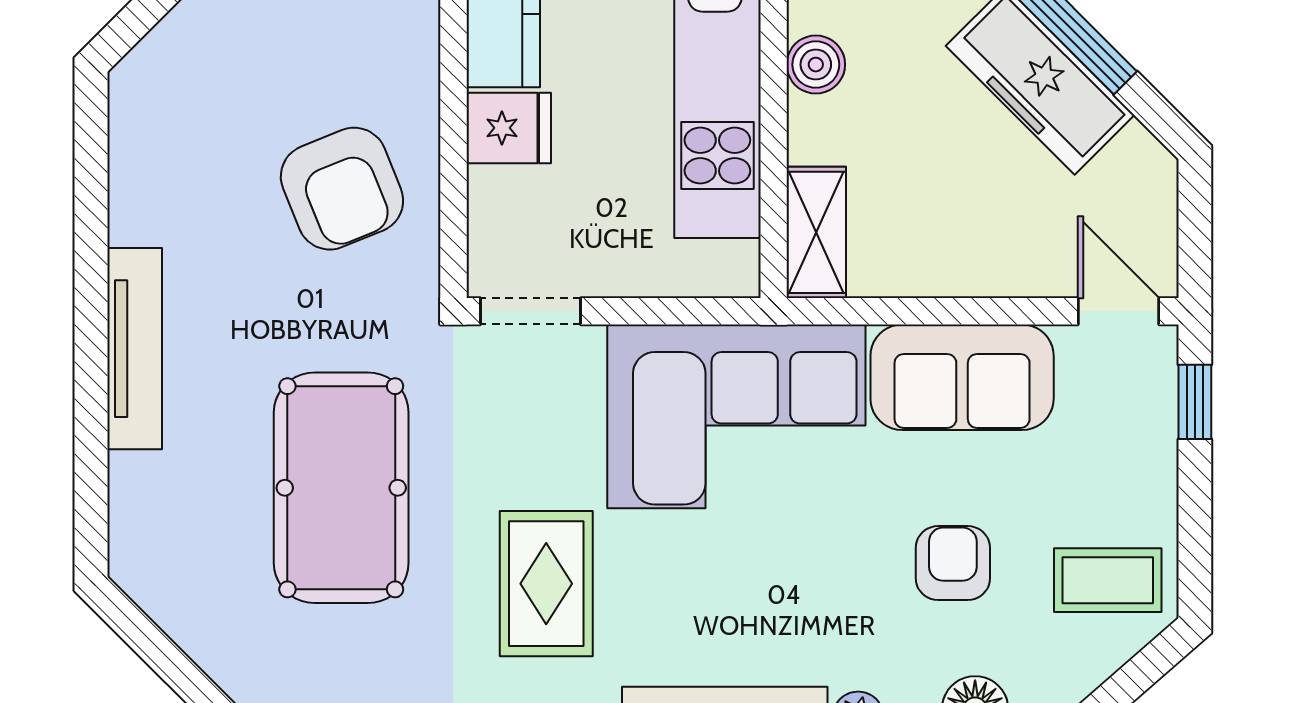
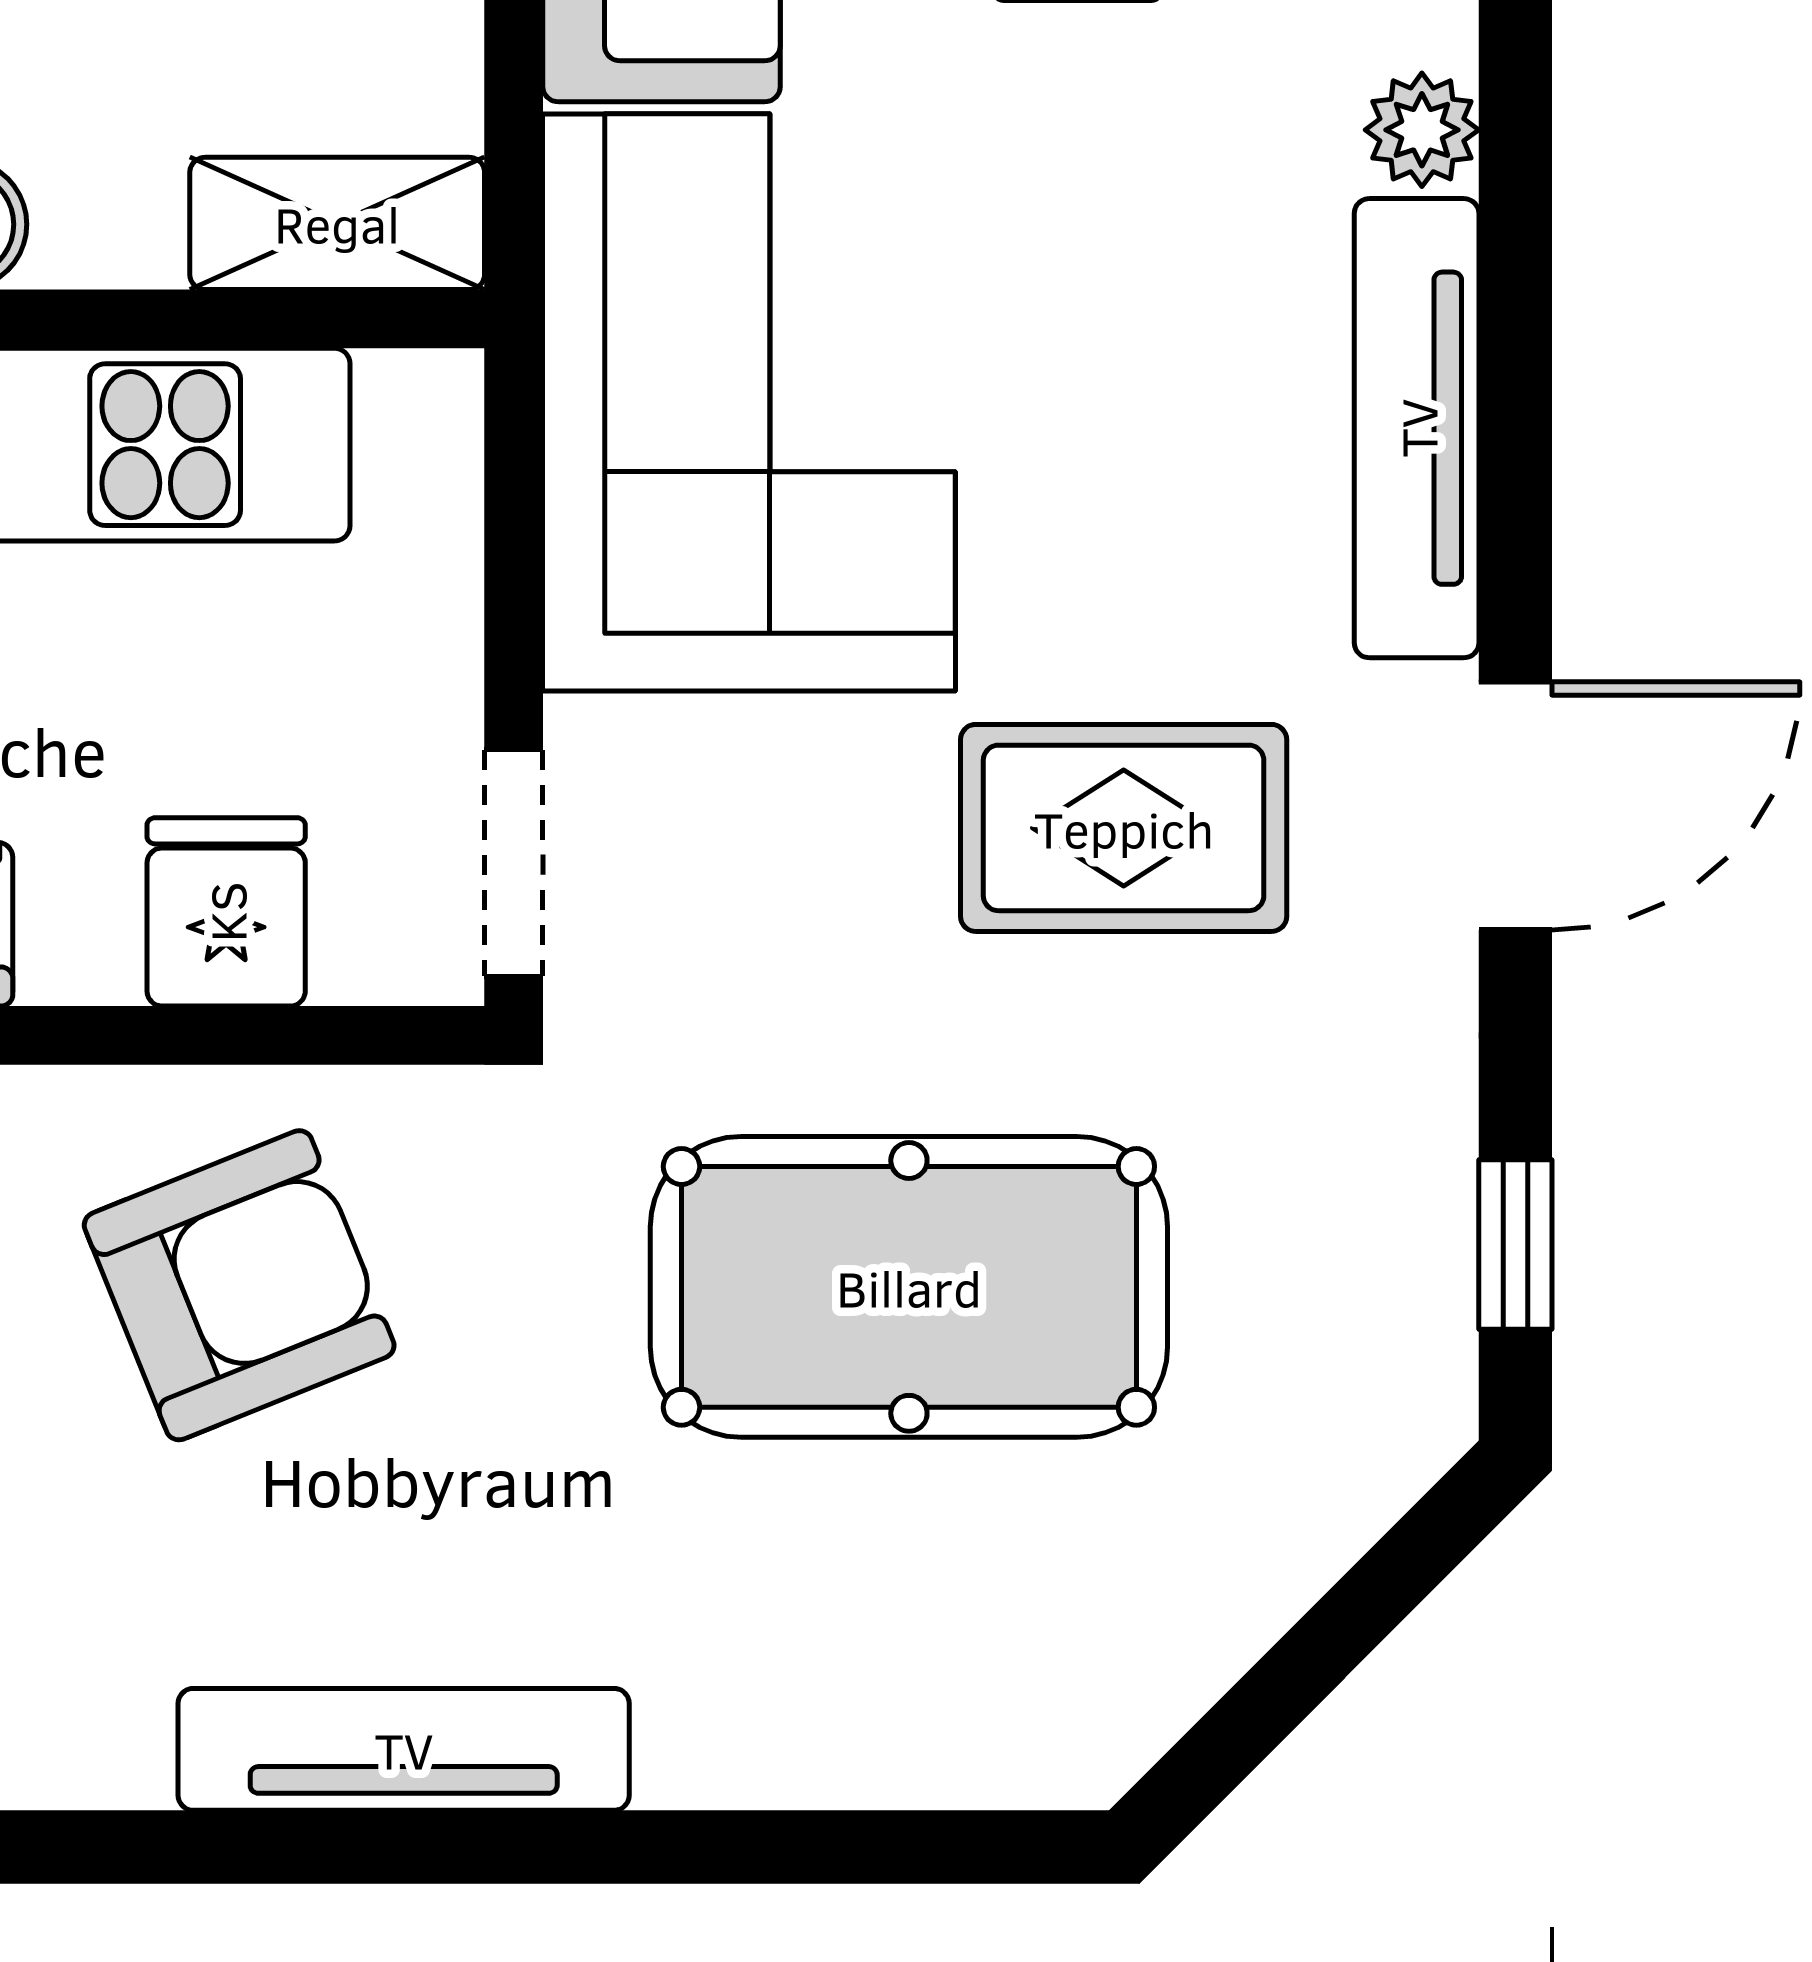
fridge: (509, 128) -> (226, 912), moved
tv unit: (135, 349) -> (404, 1749), moved

